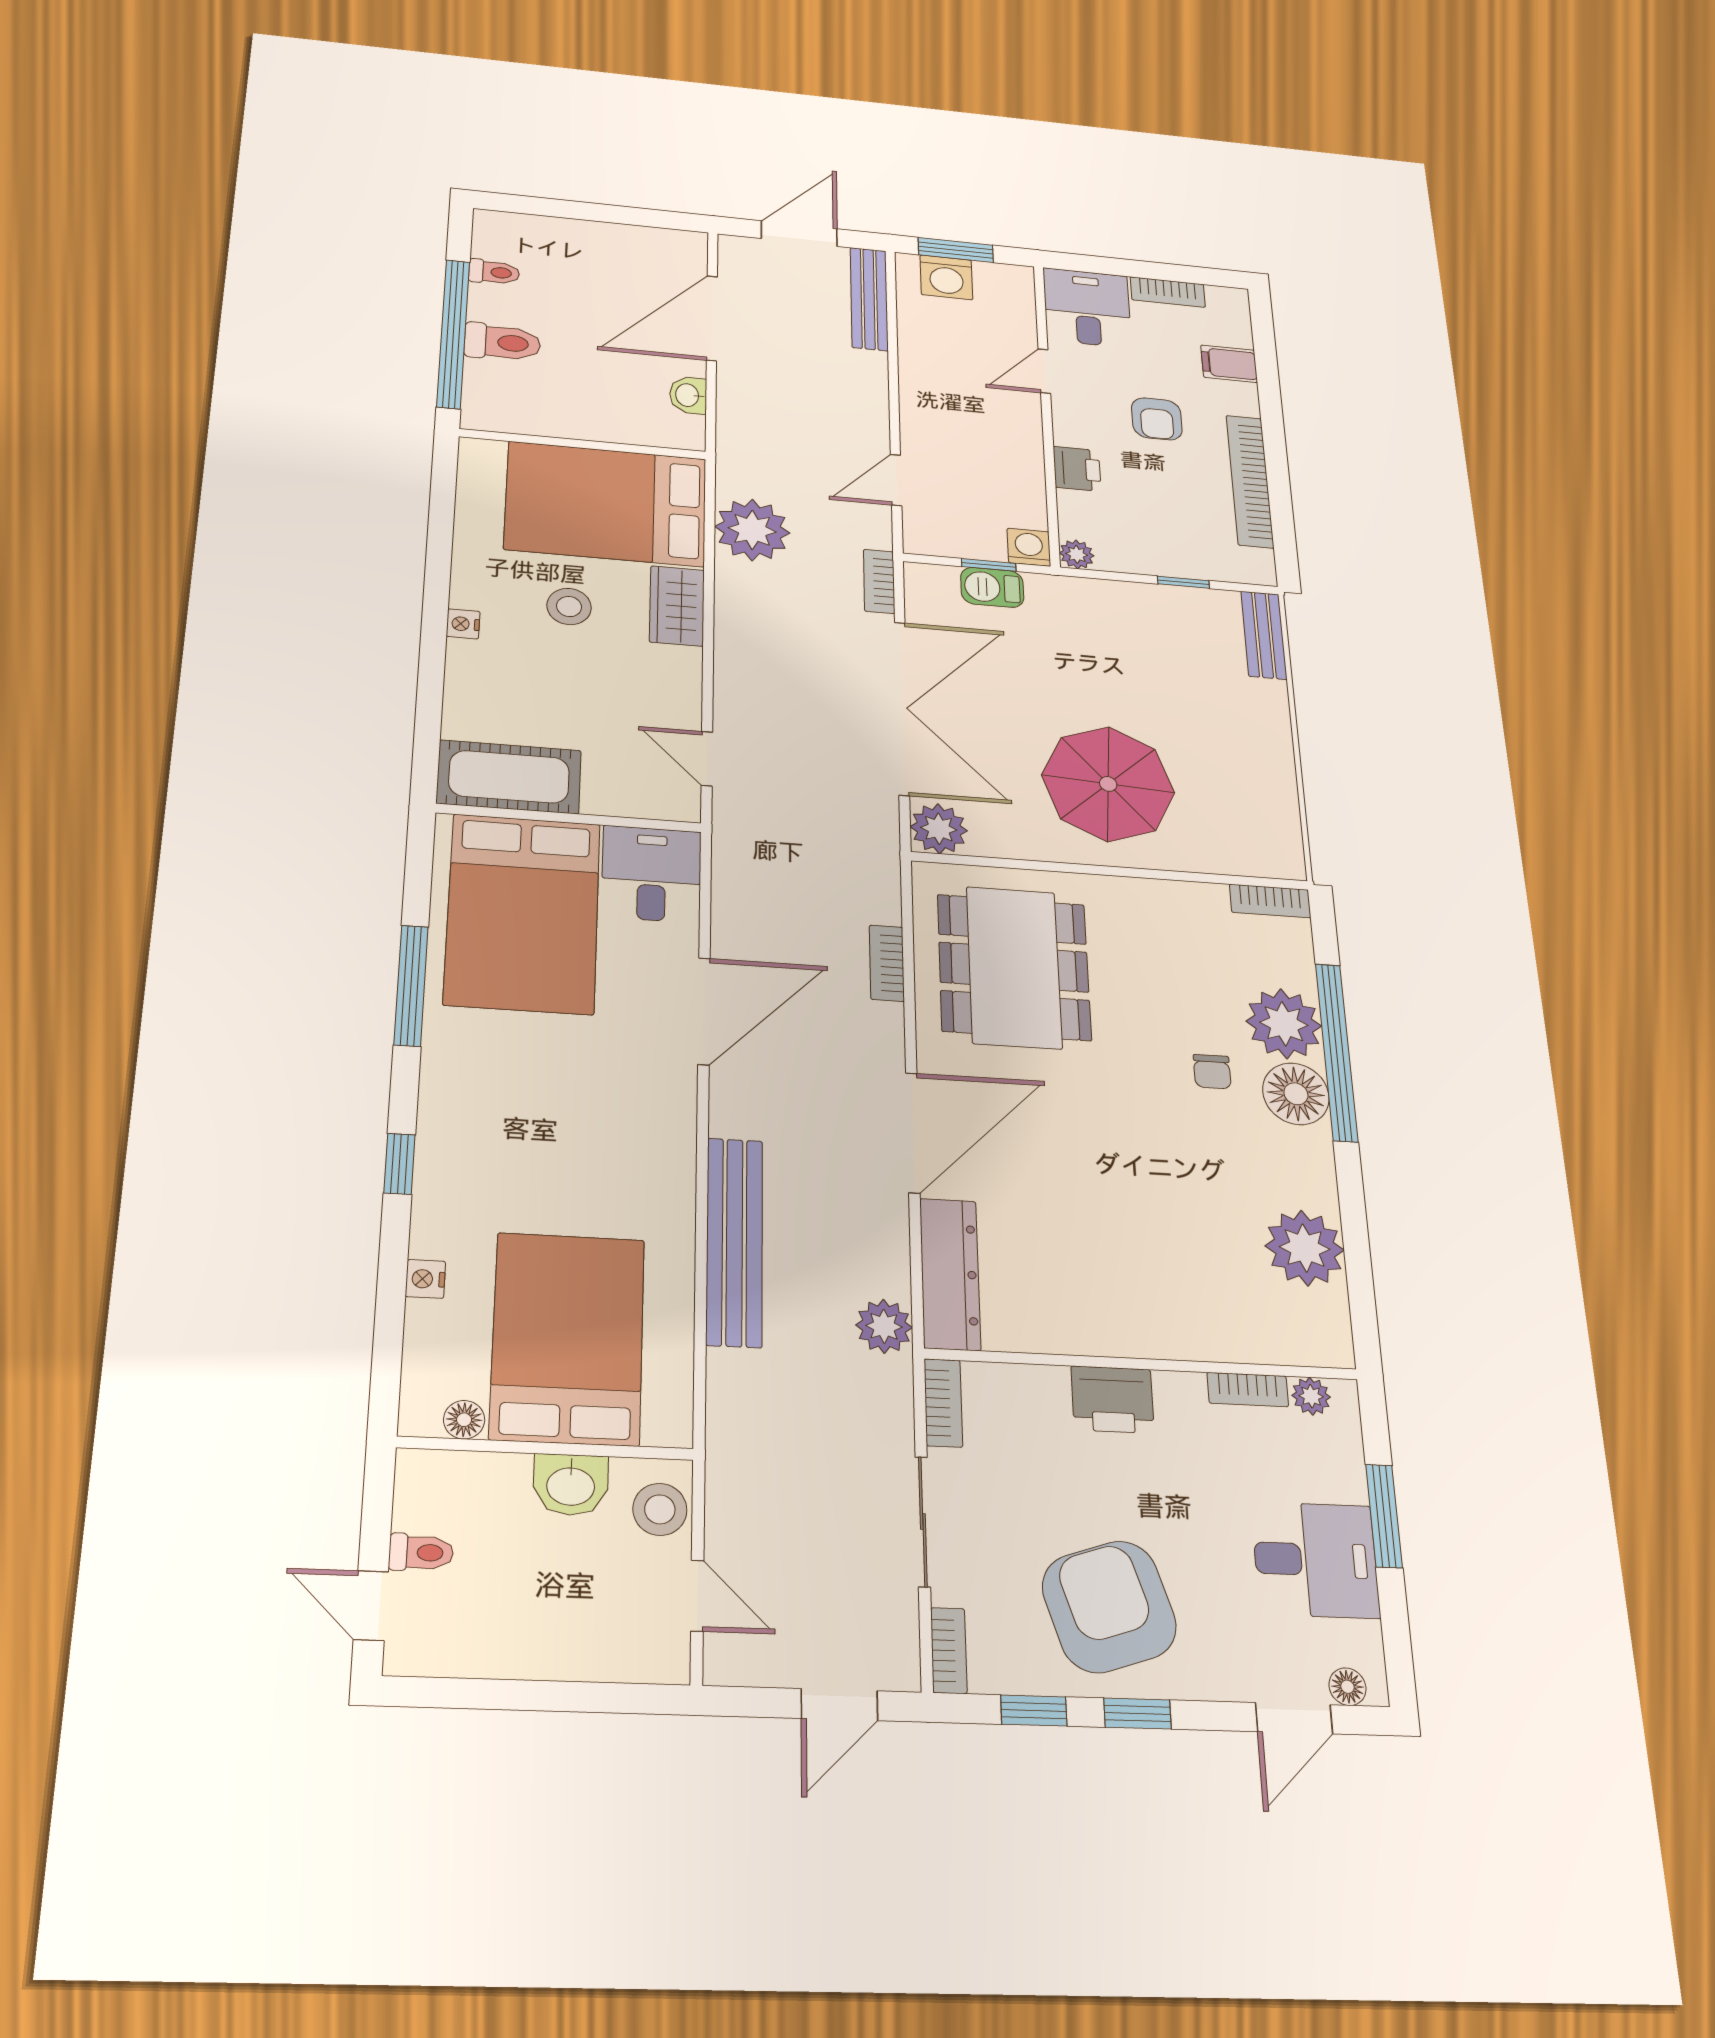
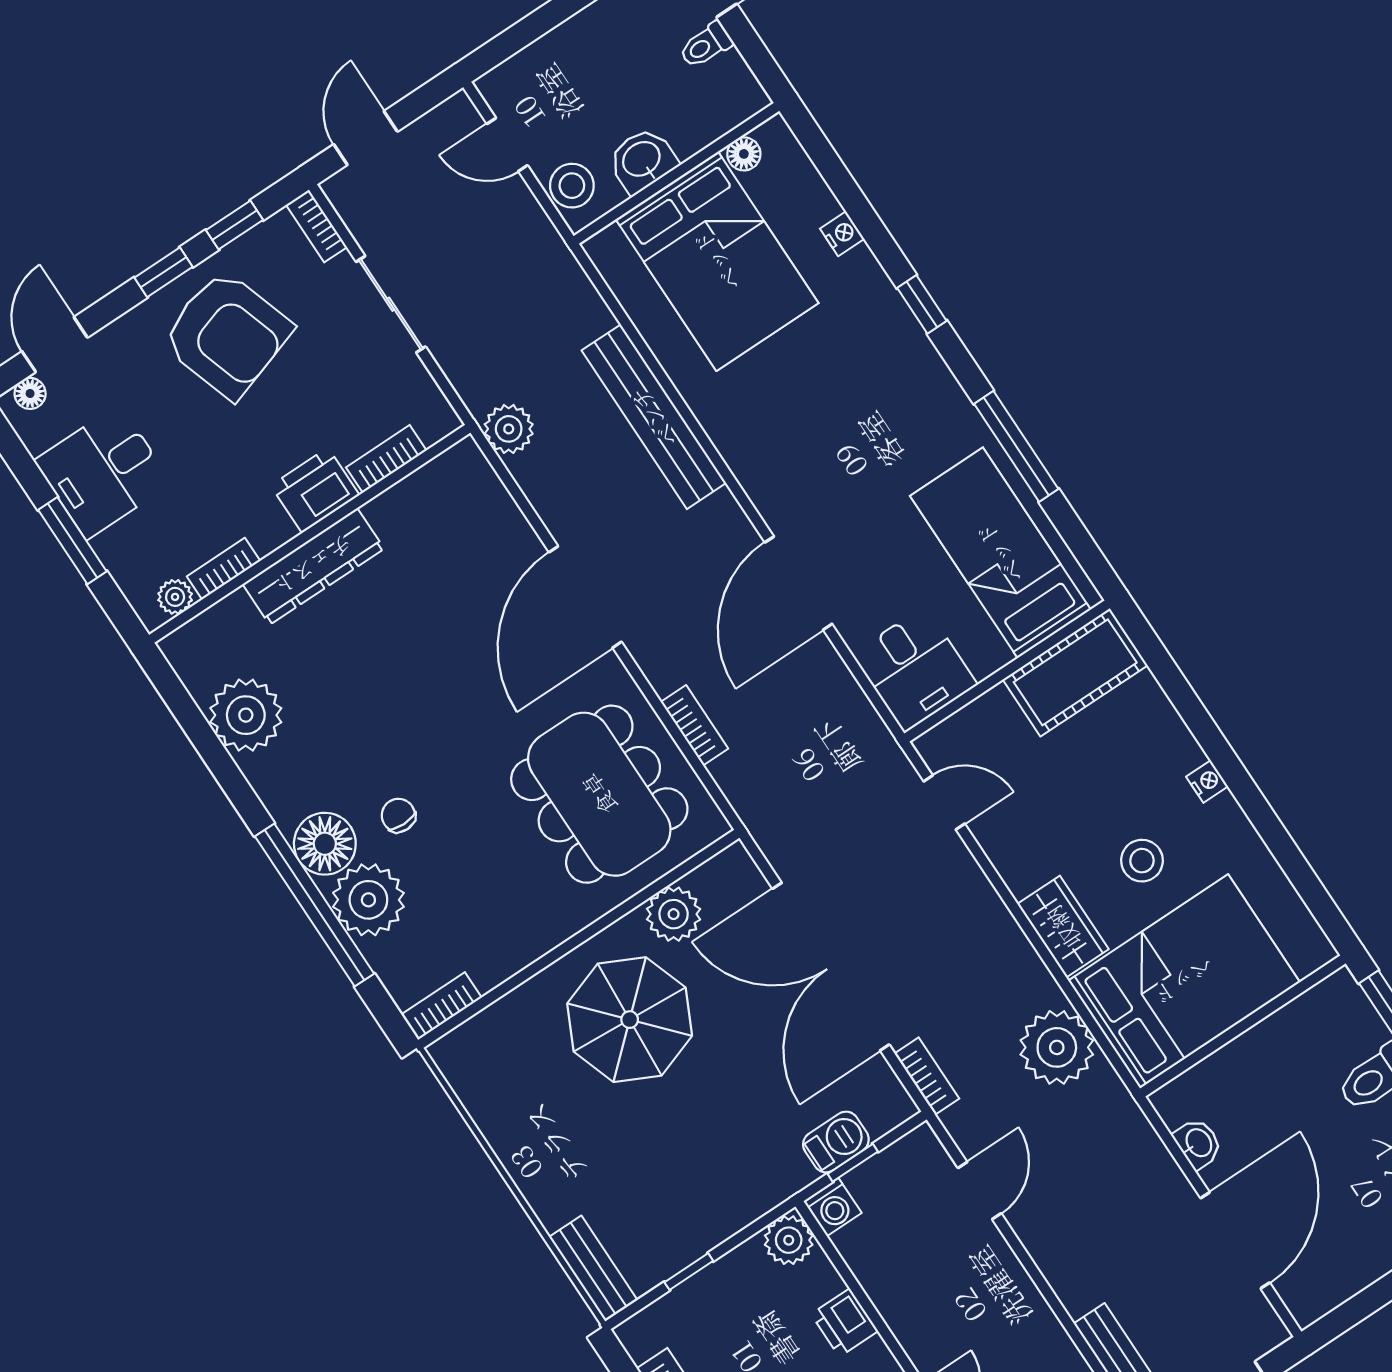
plant: (1077, 554) -> (789, 1240), width x1.38, depth x1.38
plant: (939, 829) -> (674, 914), moved
bed: (523, 913) -> (1000, 553), width x0.67
dresser: (950, 1274) -> (313, 566), moved, turned -90
bookcase: (943, 1403) -> (386, 459), moved, turned 90

